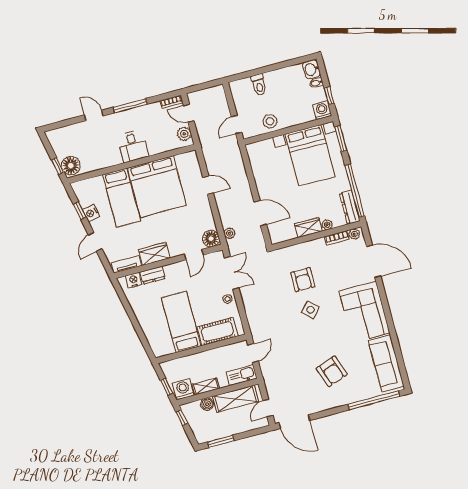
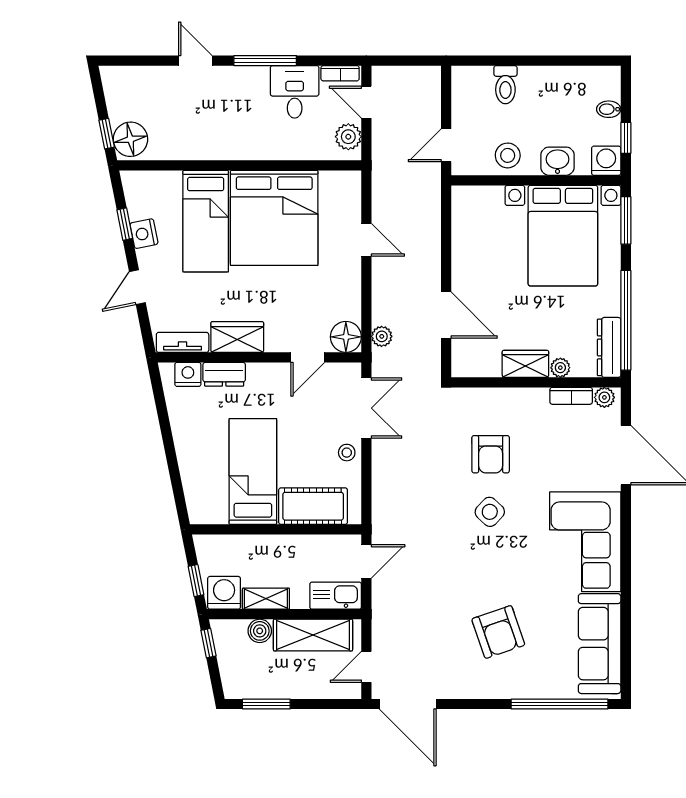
washbasin: (311, 69) -> (557, 161), moved, turned 90
desk: (133, 146) -> (295, 92), moved, turned 180

